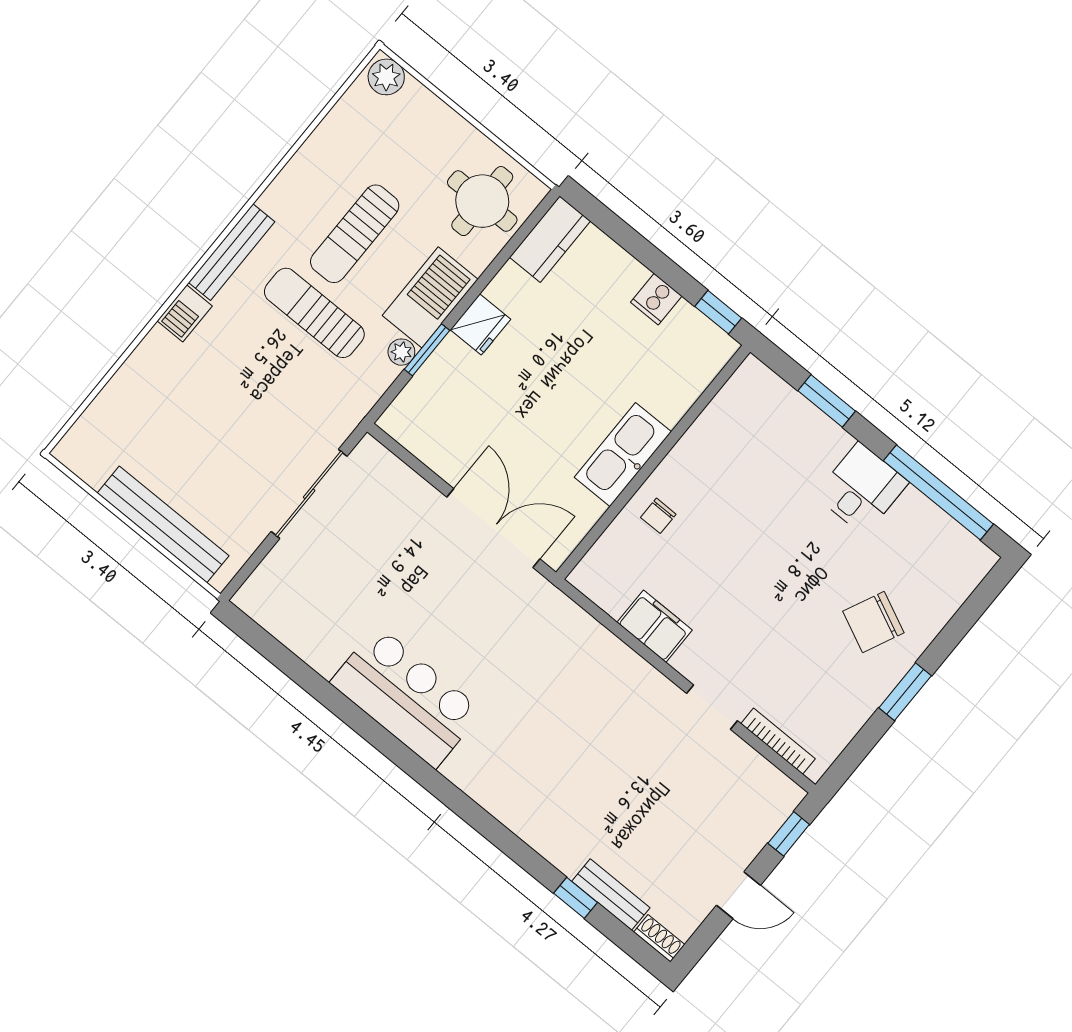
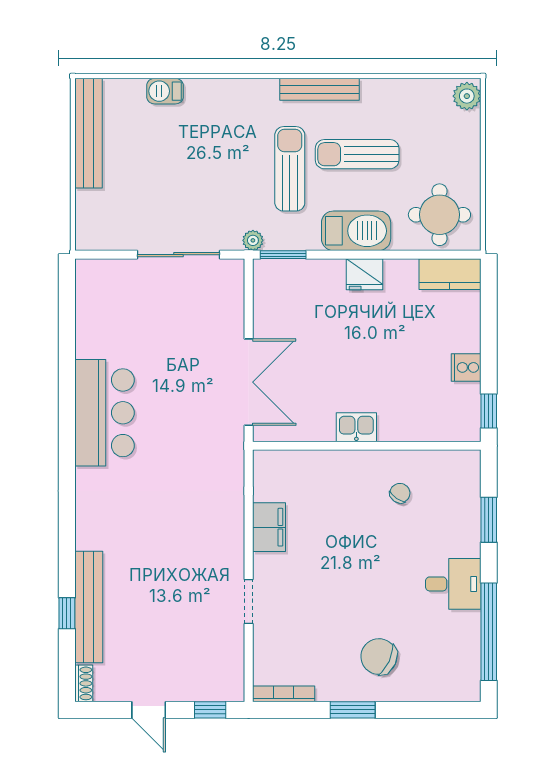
bench: (232, 252) -> (320, 89), moved
barbecue: (185, 313) -> (165, 91), moved
window: (427, 350) -> (283, 255), moved
plant: (401, 352) -> (253, 240), moved
kitchen sink: (623, 455) -> (356, 427), width x0.53, depth x0.81
chair: (658, 516) -> (400, 493), moved, turned 124
bench: (163, 524) -> (88, 133), moved
bookcase: (778, 741) -> (284, 694), moved, turned -90
bench: (611, 895) -> (89, 607), width x1.86, depth x1.21

